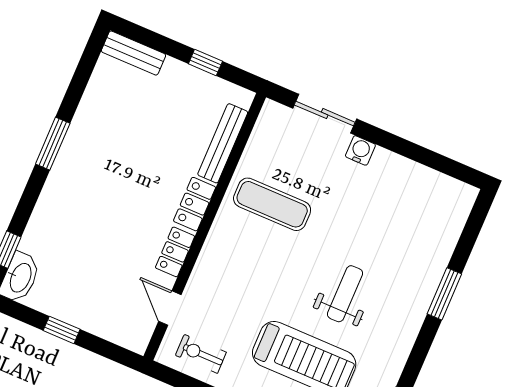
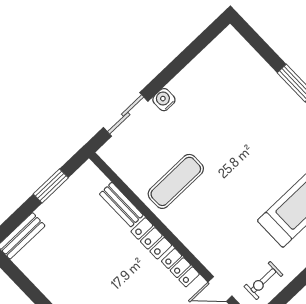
window: (205, 62) -> (51, 186), width x1.50
bench: (223, 143) -> (121, 205), width x0.73
weight bench: (345, 294) -> (264, 156), removed

